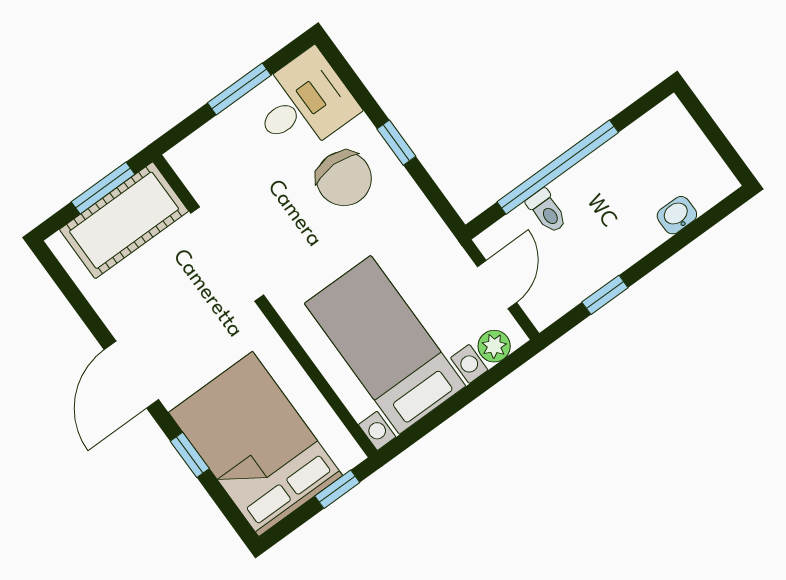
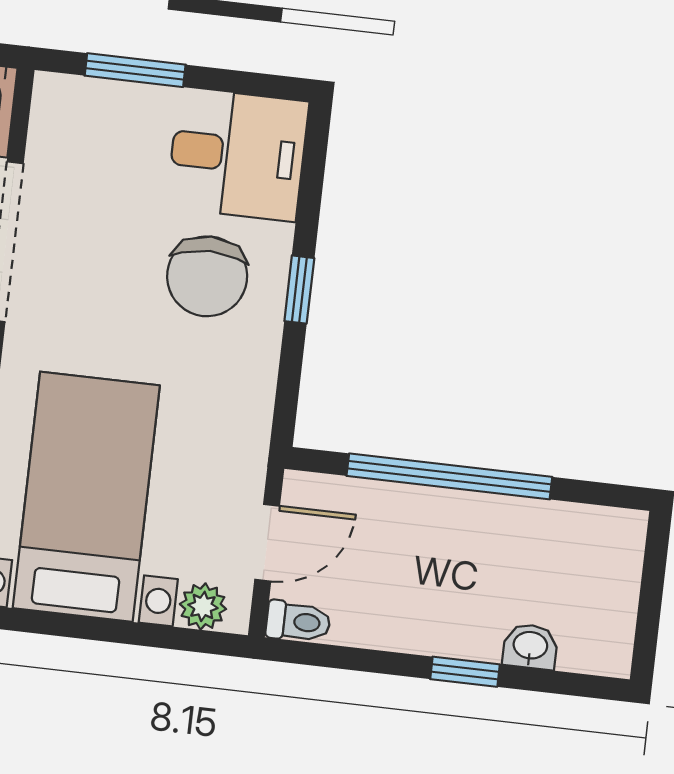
window: (239, 89) -> (135, 70), moved
toilet: (547, 211) -> (298, 622), moved, turned -90
window: (605, 295) -> (465, 672), moved

